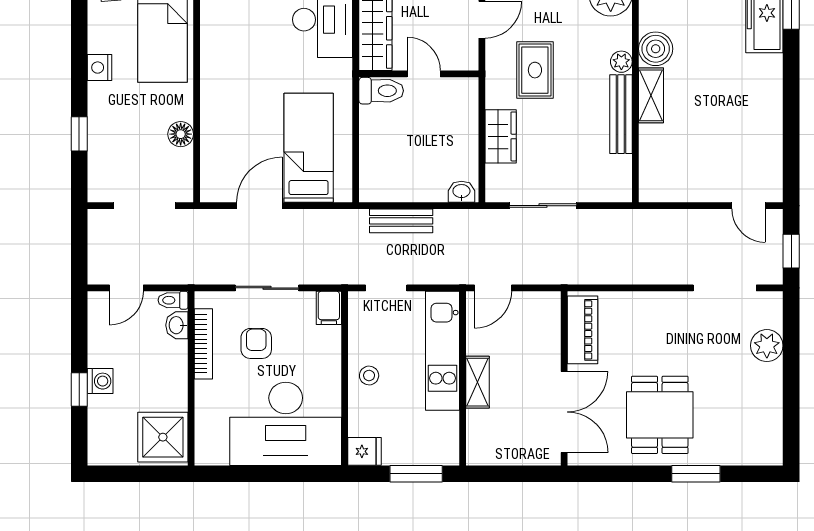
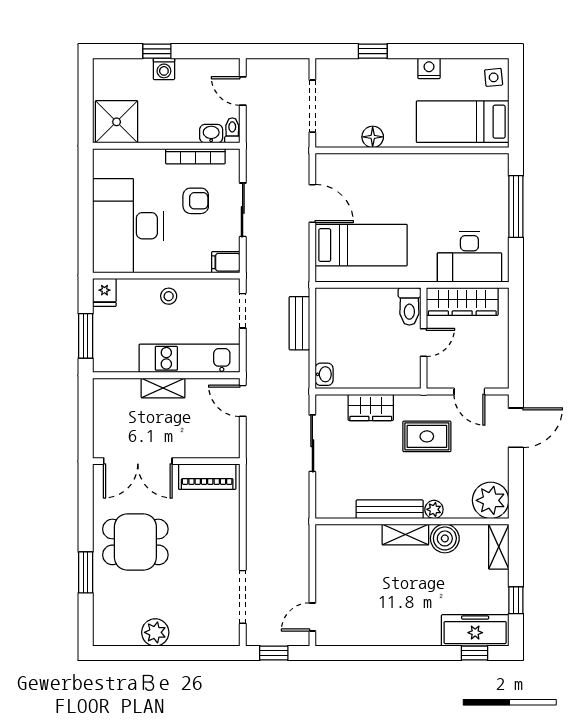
plant: (767, 346) -> (155, 632), moved

